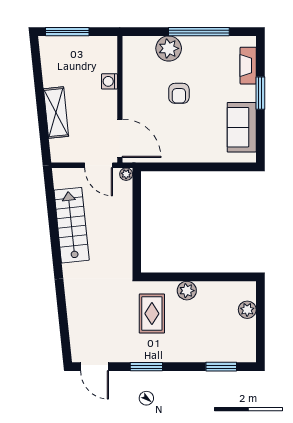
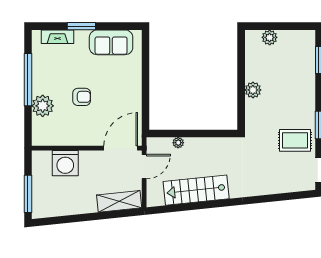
washing machine: (109, 81) -> (65, 163), width x1.89, depth x1.89
shelving: (56, 113) -> (119, 201), moved
plant: (126, 174) -> (178, 143), moved
rug: (152, 314) -> (295, 140), moved

